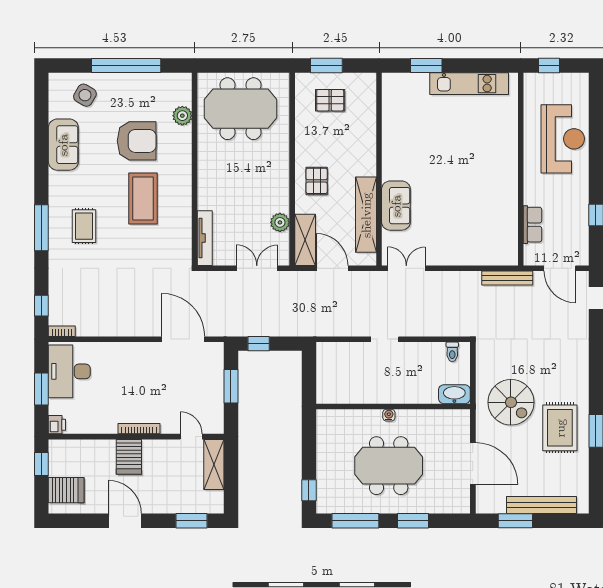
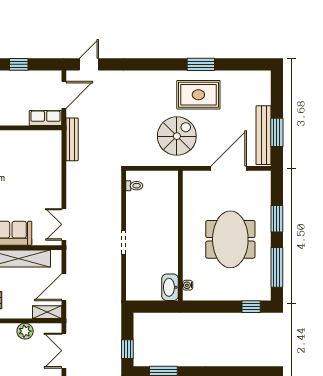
row of seats: (532, 225) -> (46, 118), moved
shelving: (305, 240) -> (47, 312), width x0.67, depth x0.75
washbasin: (454, 394) -> (170, 287), moved
water cooler: (389, 415) -> (188, 285), moved
bench: (541, 505) -> (264, 135), moved

